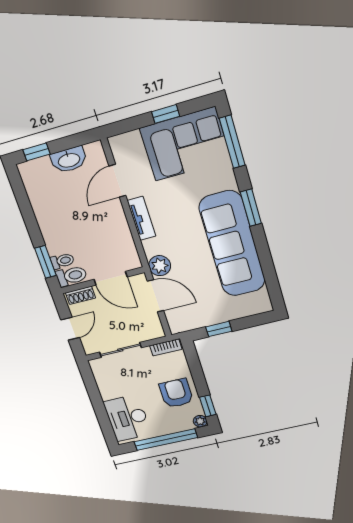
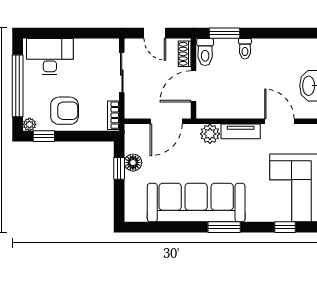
window: (232, 142) -> (285, 227), width x0.46
toilet: (62, 261) -> (245, 49), moved
plant: (160, 266) -> (210, 134), moved
floor lamp: (209, 317) -> (133, 163), added

